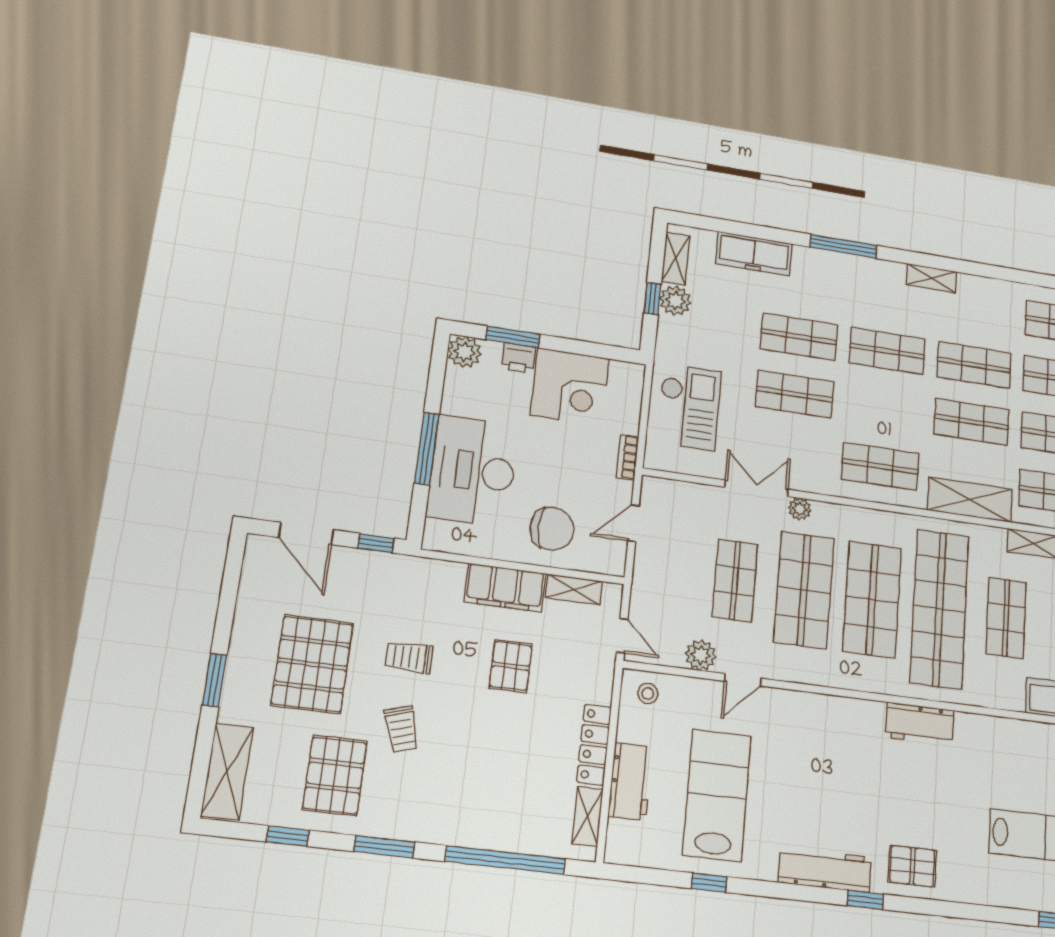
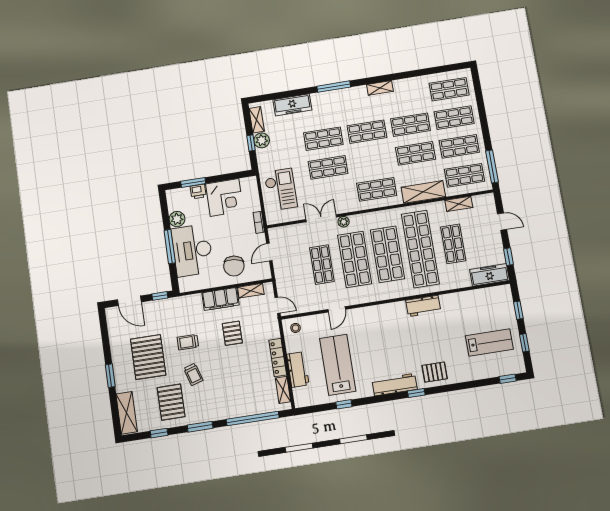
plant: (464, 352) -> (177, 219), moved
chair: (552, 529) -> (234, 266), turned 98
plant: (701, 655) -> (315, 304), removed

